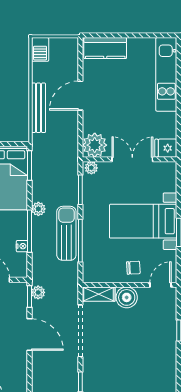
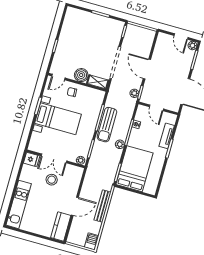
kitchen counter: (105, 48) -> (61, 227), moved, turned -90
stool: (127, 126) -> (52, 180), added
plant: (95, 145) -> (75, 174), removed

